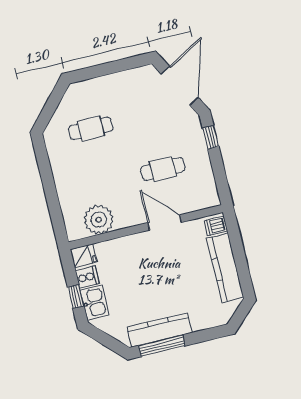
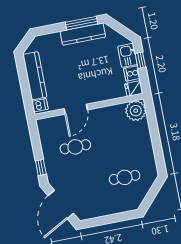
plant: (99, 220) -> (136, 111), moved
door: (165, 223) -> (76, 109), hinge flipped

